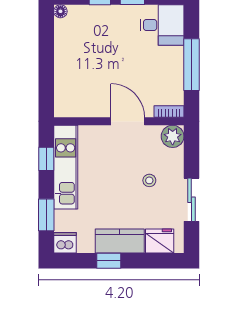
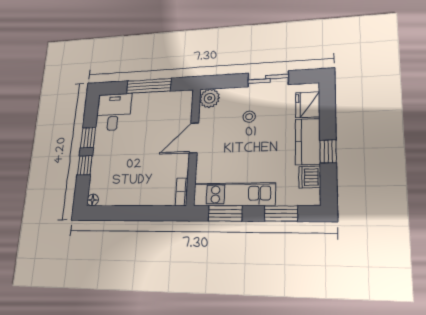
bookcase: (169, 112) -> (182, 192), moved
window: (46, 159) -> (225, 213), width x1.50
dishwasher: (65, 243) -> (310, 177), moved

